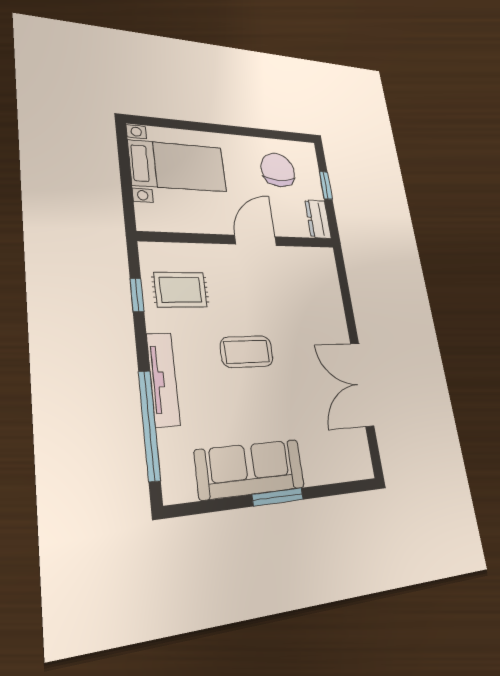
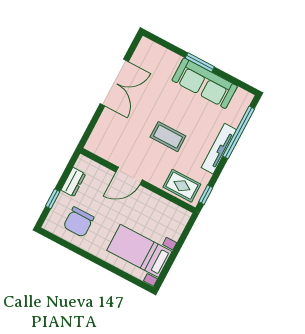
wall: (241, 240) -> (138, 180), moved
door: (256, 240) -> (129, 176), moved

